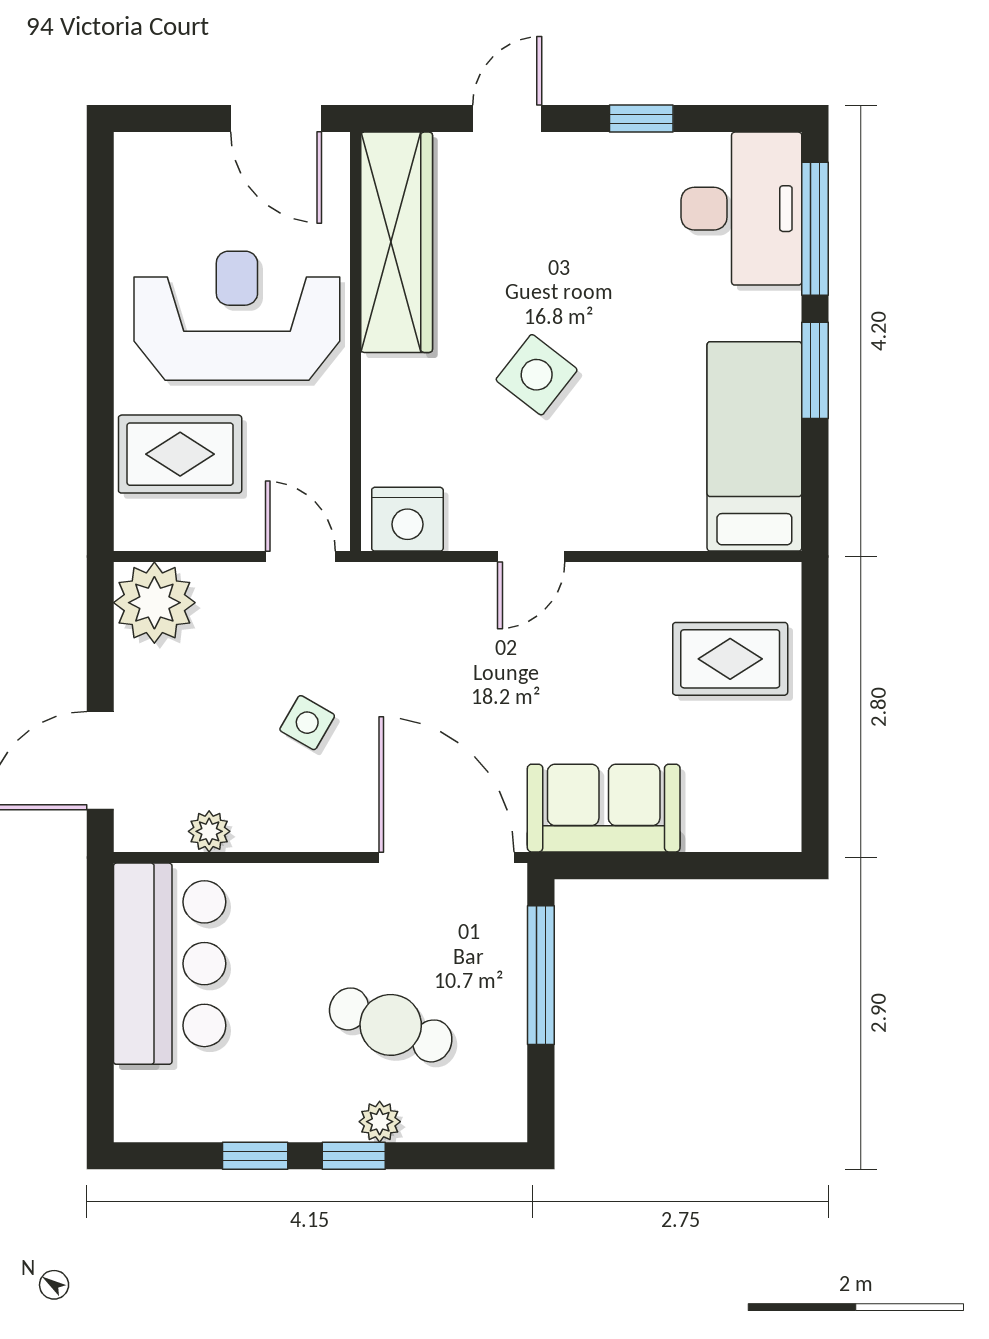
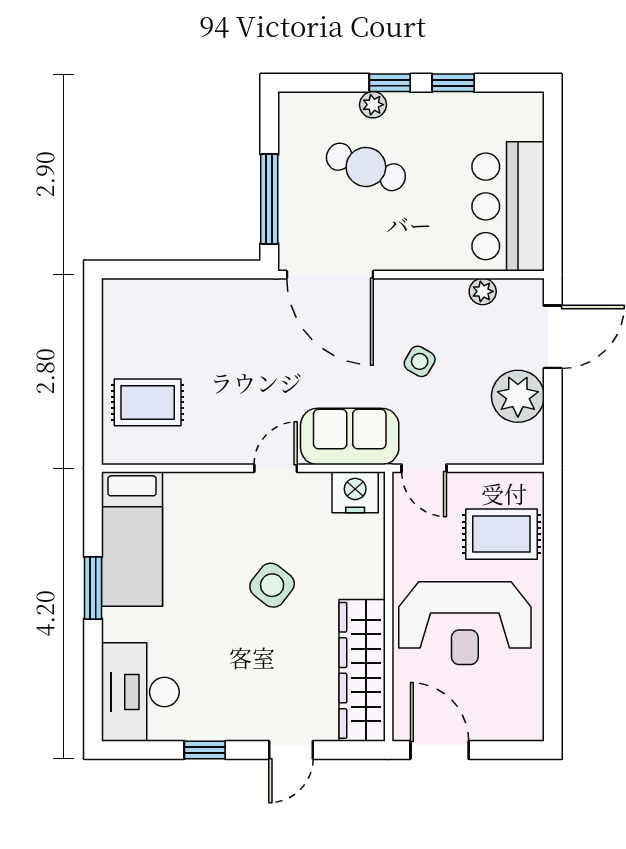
window: (815, 229) -> (93, 679), removed
plant: (154, 603) -> (518, 396), moved
sofa: (604, 808) -> (350, 436), moved, turned 180

